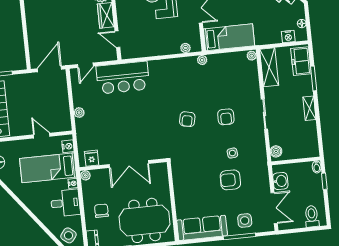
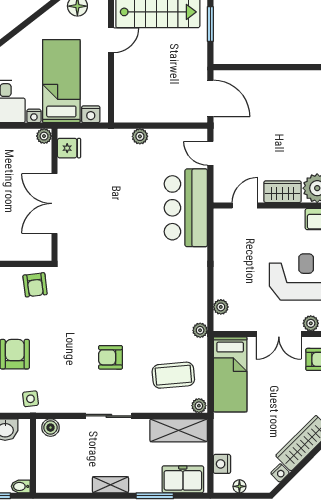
coffee table: (233, 74) -> (173, 375), added
armchair: (187, 119) -> (35, 285), moved, turned -109
door: (42, 136) -> (111, 40), moved
side table: (232, 153) -> (30, 399), moved

